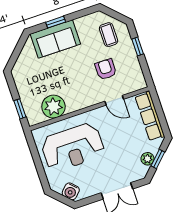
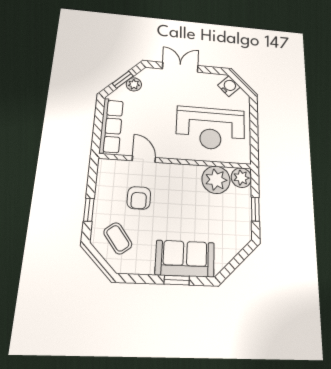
coffee table: (109, 35) -> (118, 238), turned -37
window: (20, 109) -> (255, 209), moved
plant: (34, 116) -> (241, 178), added
reception desk: (73, 147) -> (211, 128), turned 180

